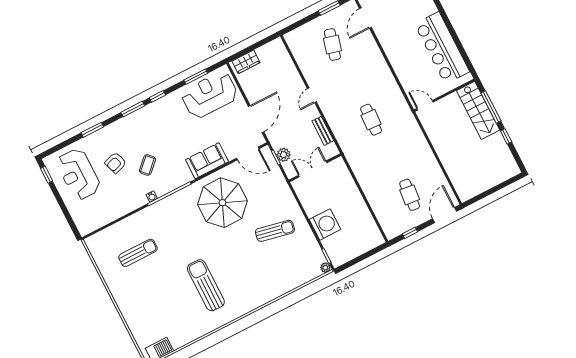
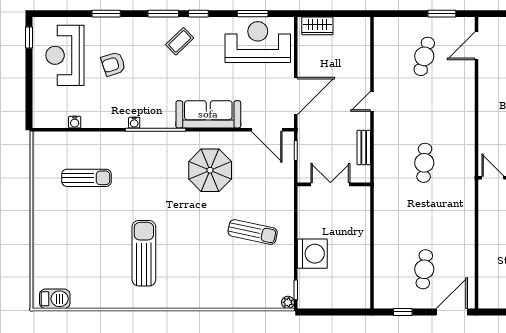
plant: (284, 155) -> (306, 152), removed
sofa: (207, 161) -> (208, 114), width x1.36
coffee table: (147, 165) -> (180, 41), moved
parasol: (223, 203) -> (210, 170), width x0.73, depth x0.73
water cooler: (109, 218) -> (75, 122), added

